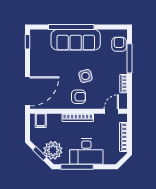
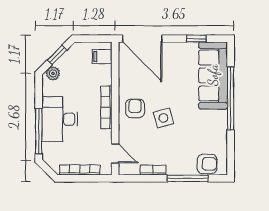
sofa: (76, 40) -> (213, 75), moved
window: (28, 42) -> (196, 39), moved
armchair: (79, 97) -> (135, 108), turned 180
plant: (53, 150) -> (53, 73), width x0.53, depth x0.53
window: (77, 167) -> (39, 131), moved

